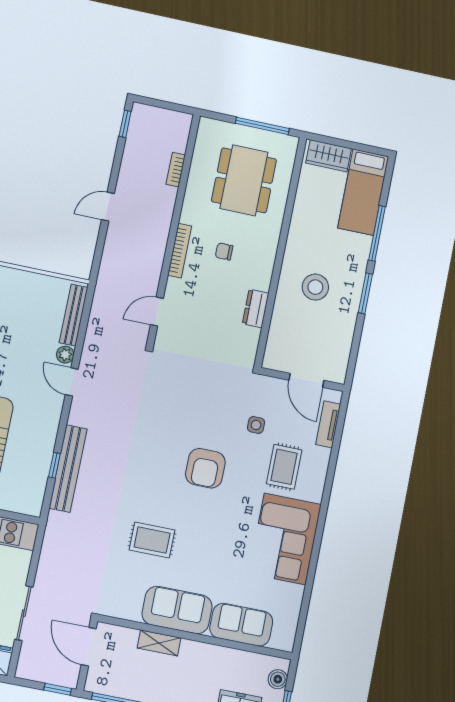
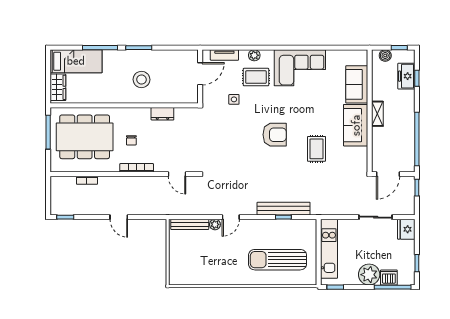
dining table: (244, 180) -> (85, 137), width x1.36, depth x1.24
armchair: (205, 468) -> (275, 135), moved
plant: (319, 471) -> (254, 55), added
shelving: (159, 643) -> (377, 114), moved

